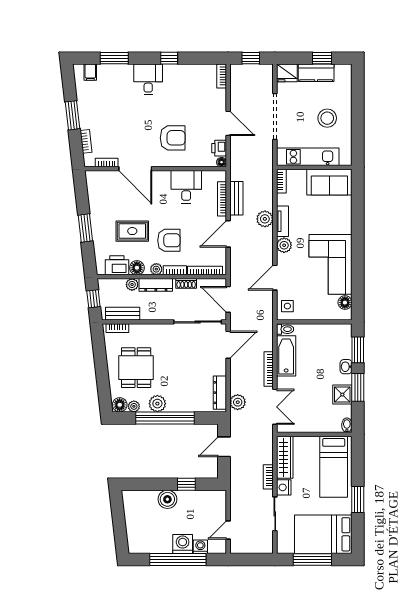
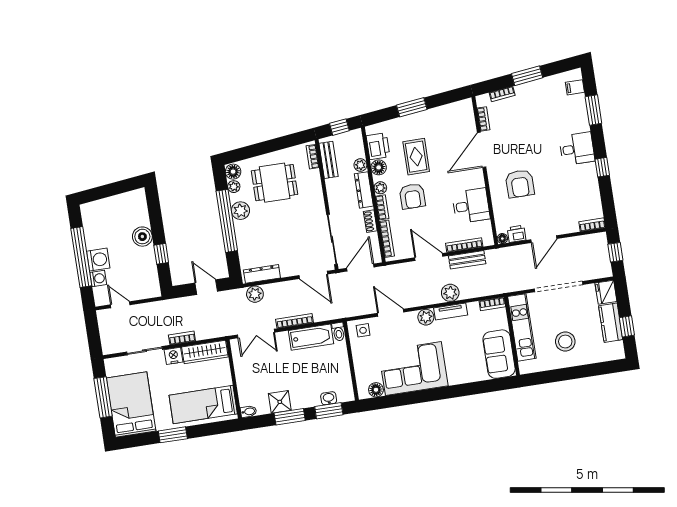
washbasin: (346, 367) -> (329, 398), moved

